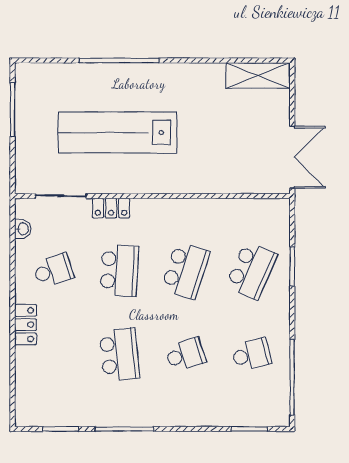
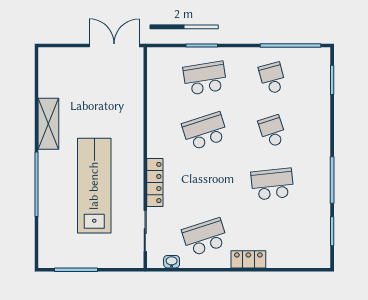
shelving: (258, 75) -> (48, 124), moved
lab bench: (117, 133) -> (94, 186), turned 180
locker: (111, 208) -> (155, 182), width x1.53
school desk: (53, 270) -> (205, 237), width x1.85
school desk: (119, 270) -> (205, 184), removed
school desk: (185, 270) -> (205, 131), turned -36
school desk: (251, 270) -> (205, 78), turned -33

